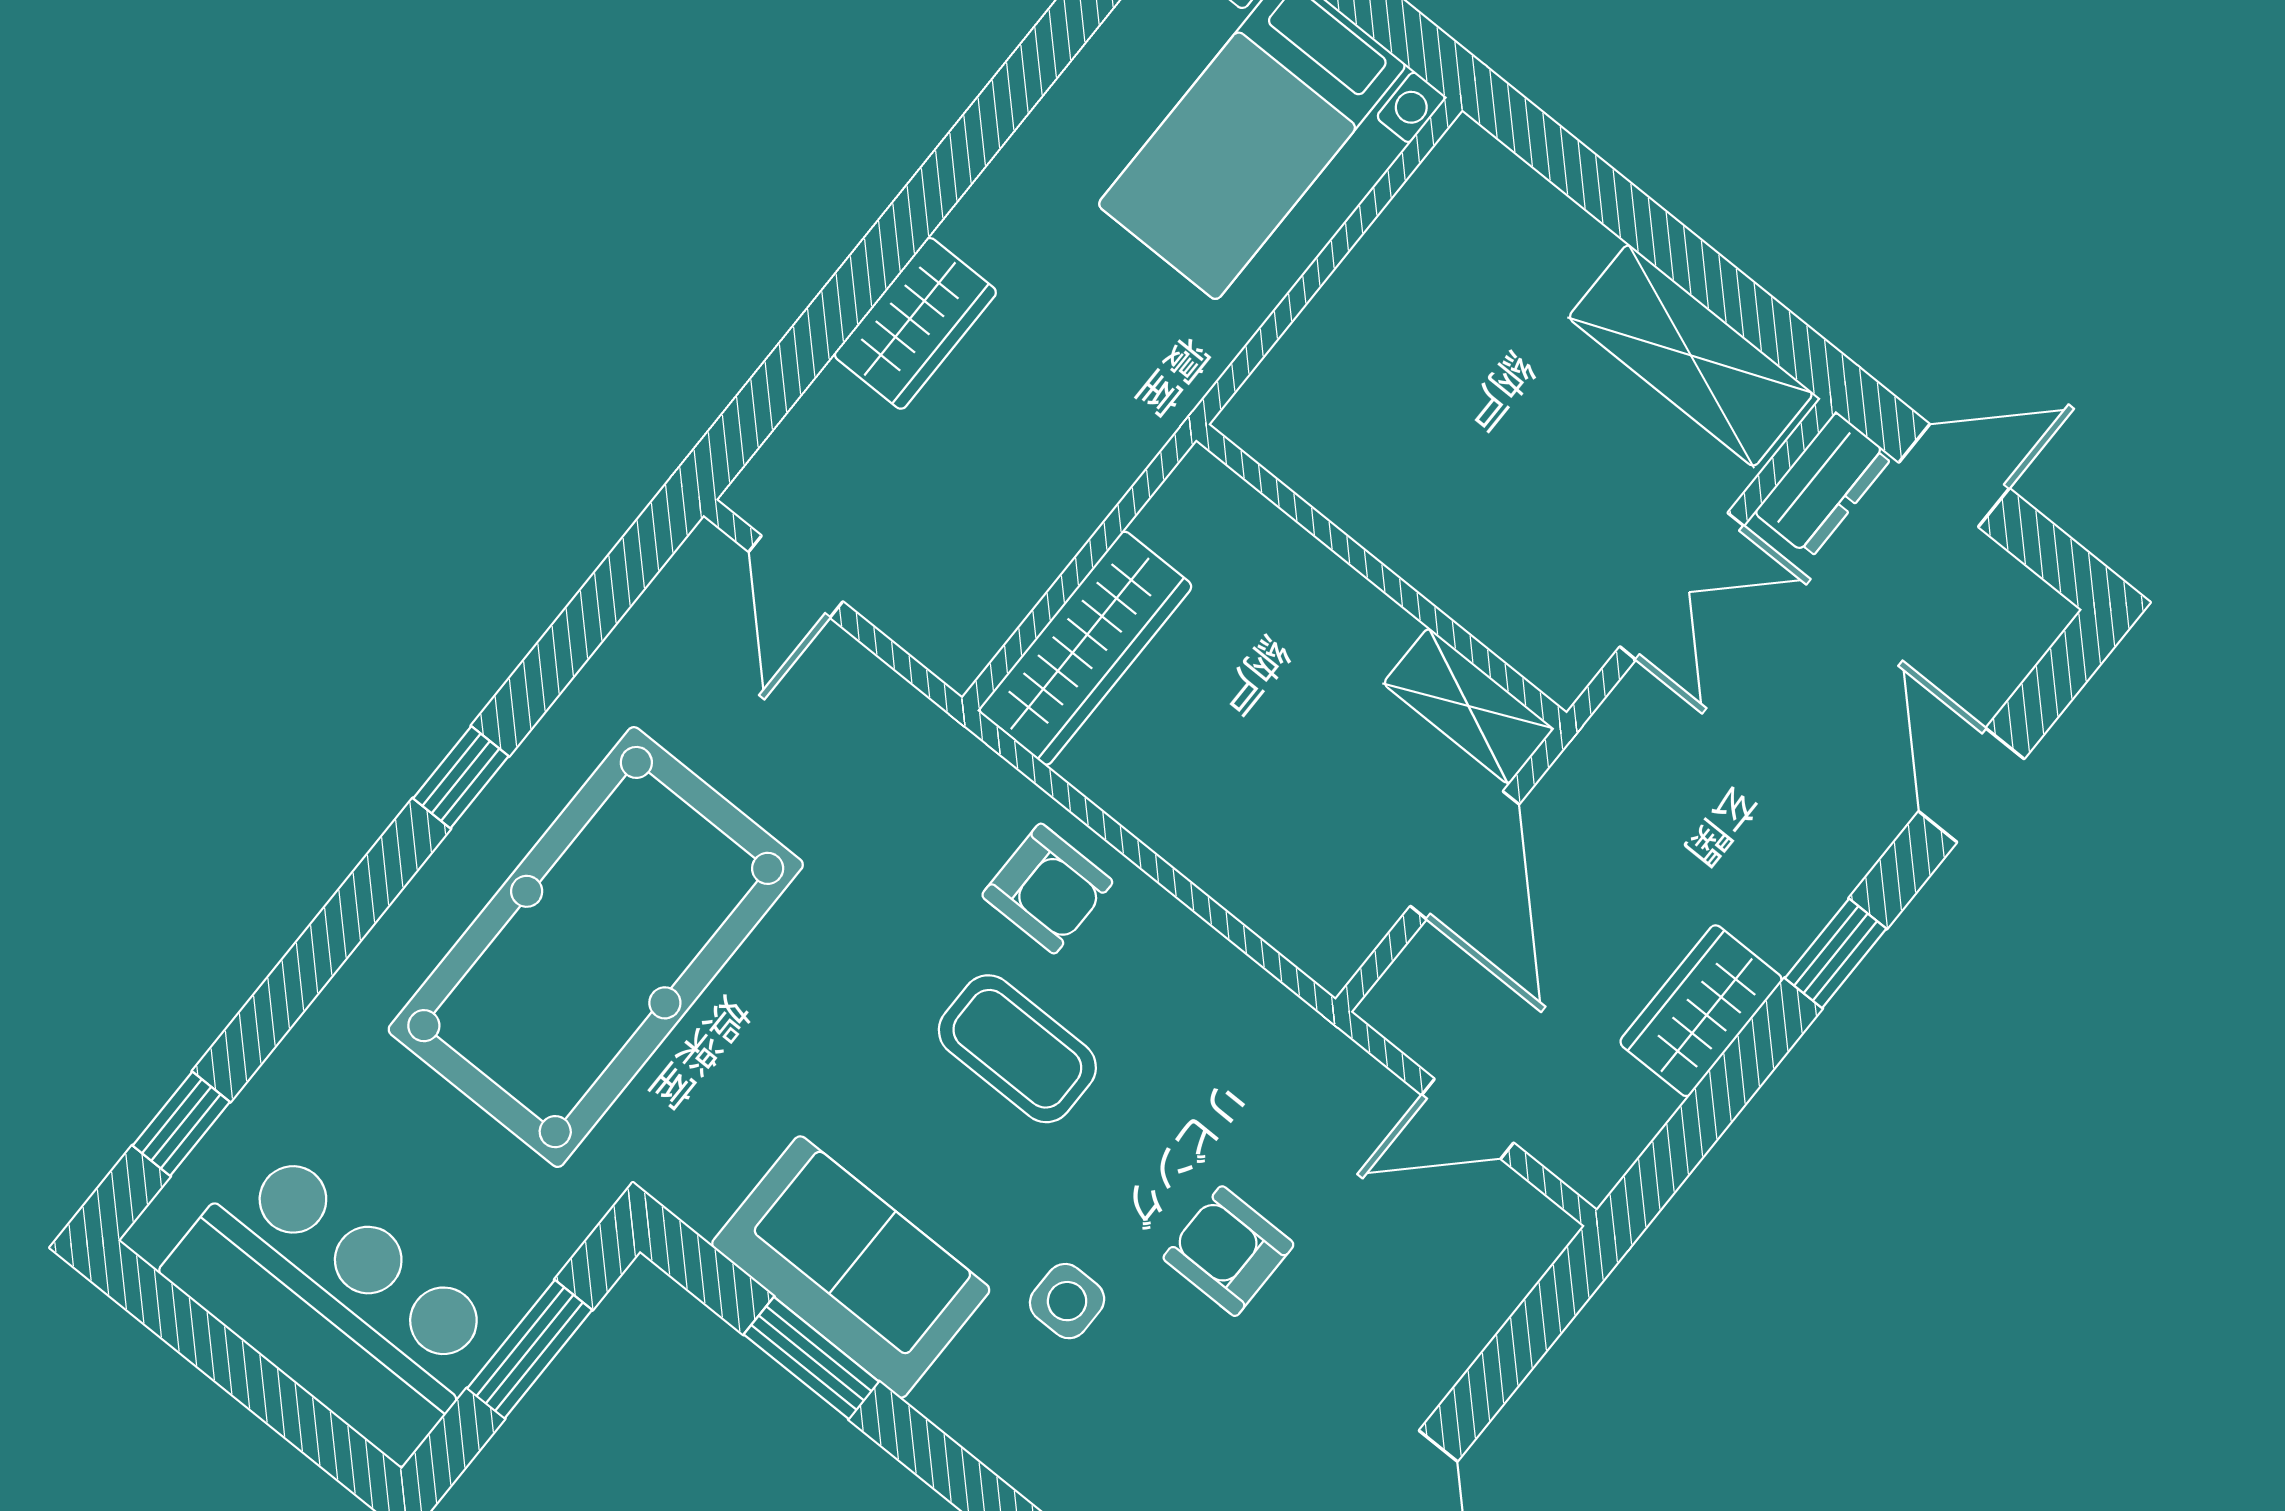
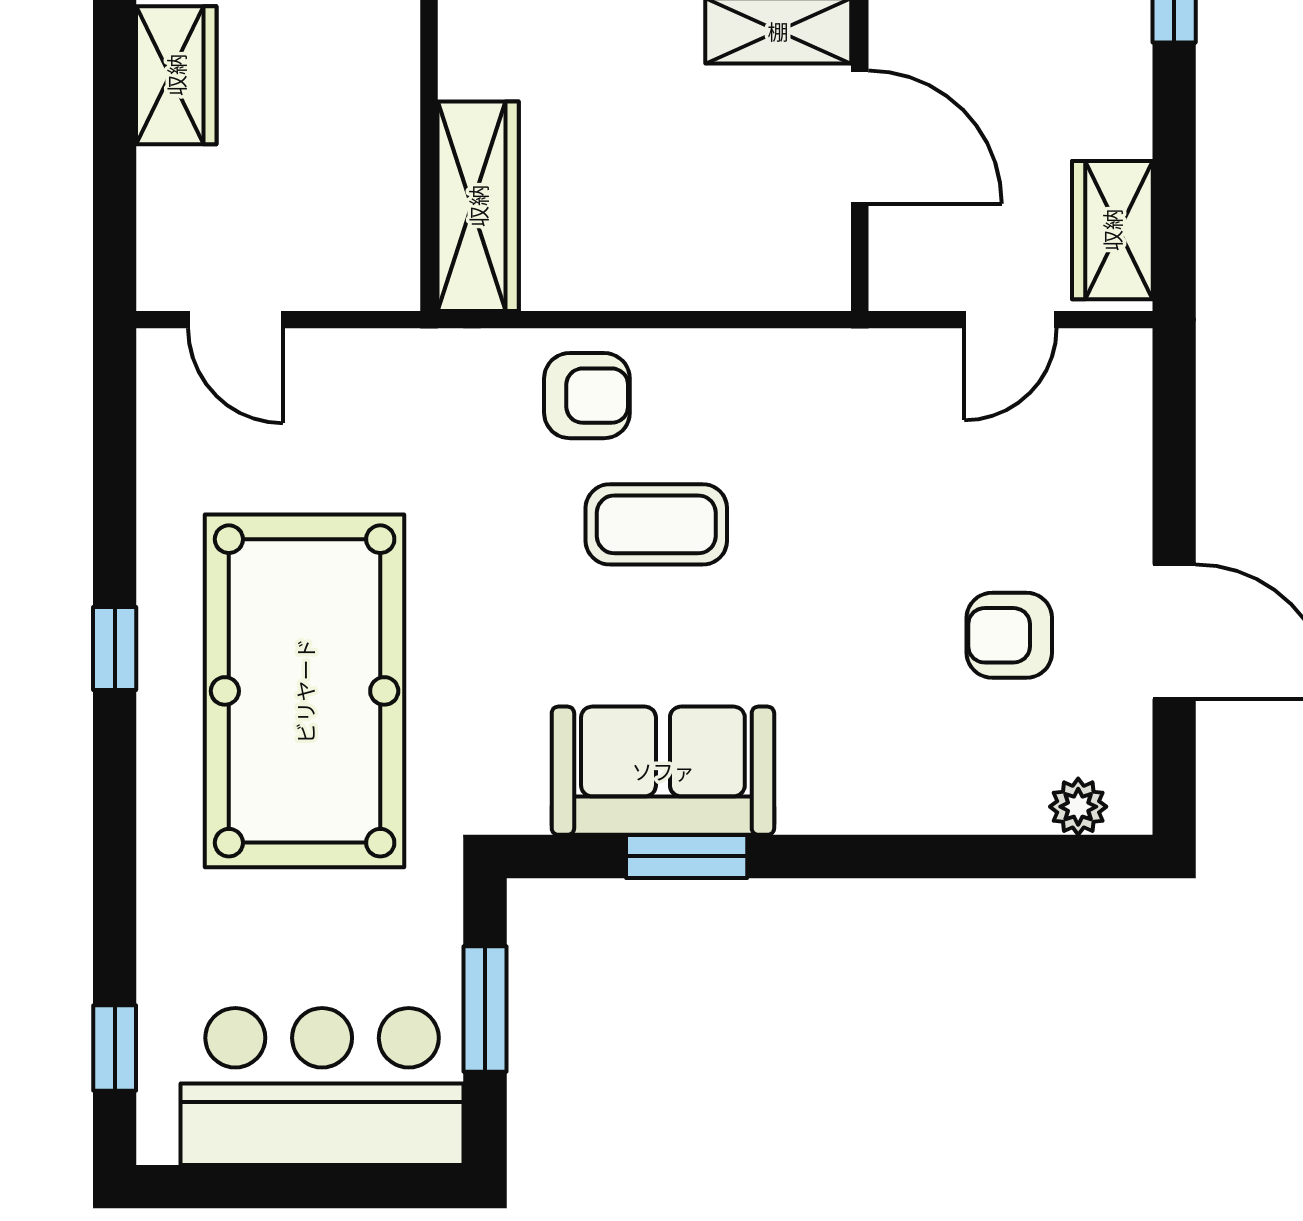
wardrobe: (1701, 1011) -> (1112, 230), moved
armchair: (1228, 1251) -> (1009, 635), moved
side table: (1067, 1301) -> (833, 673), removed

